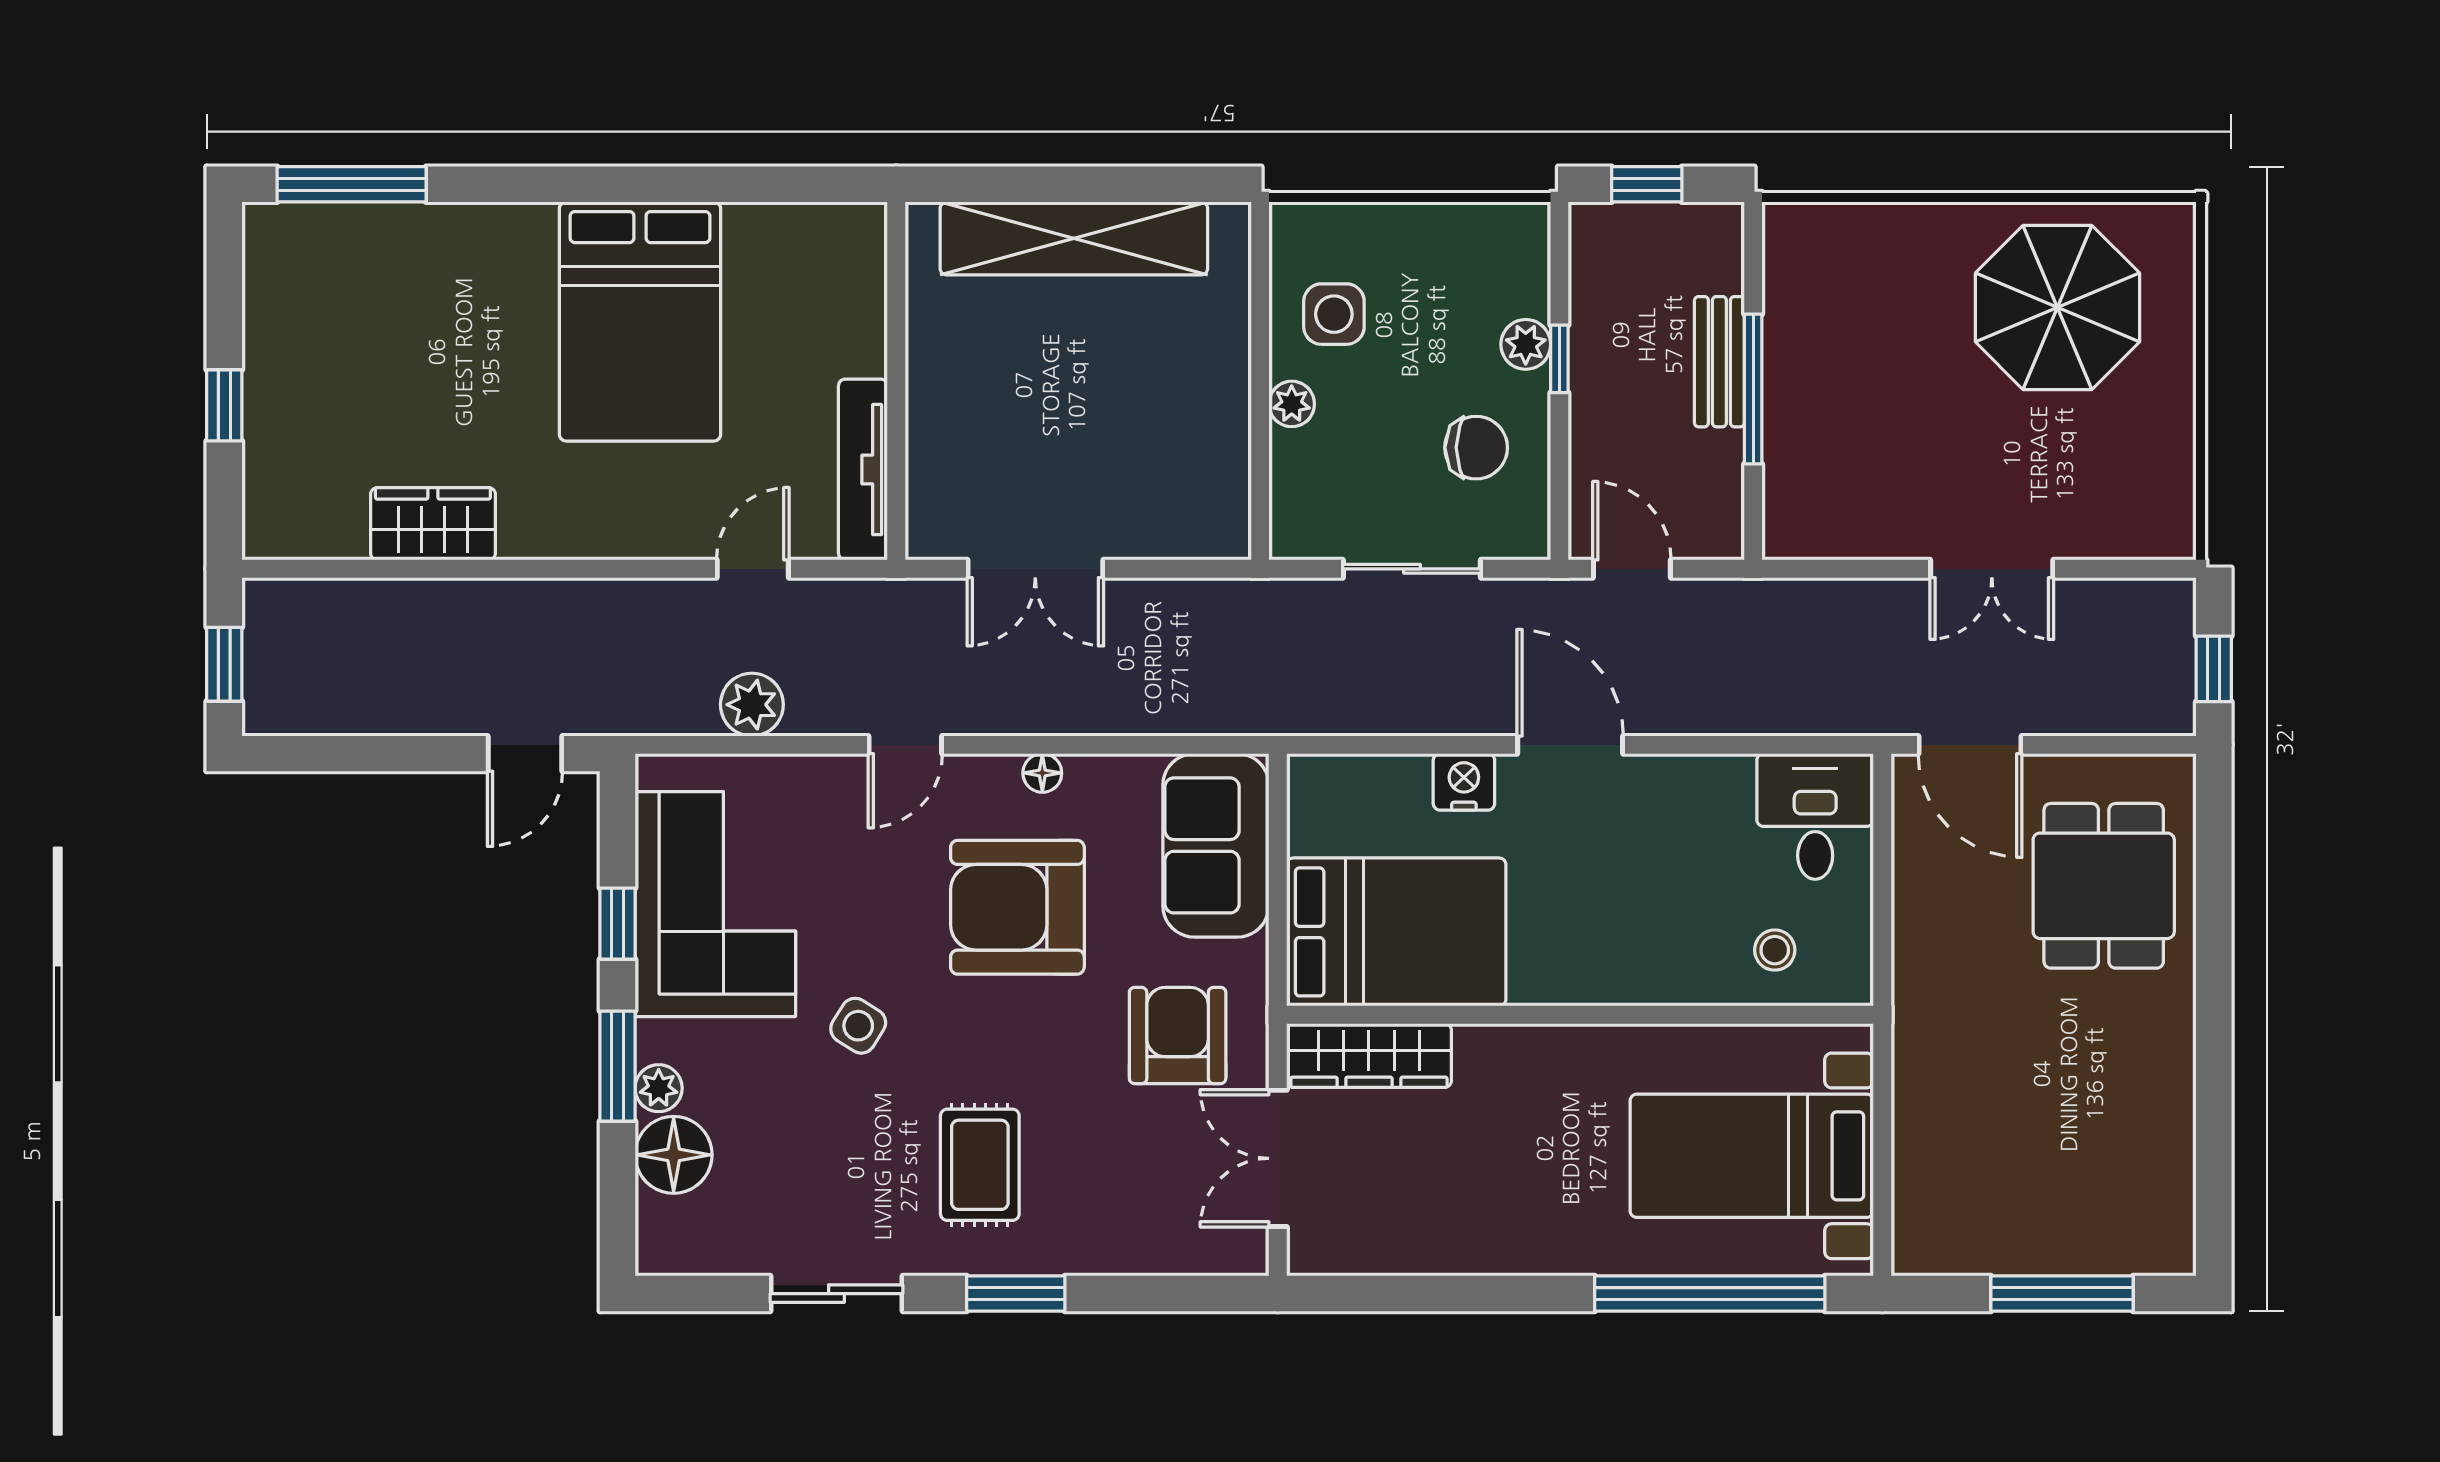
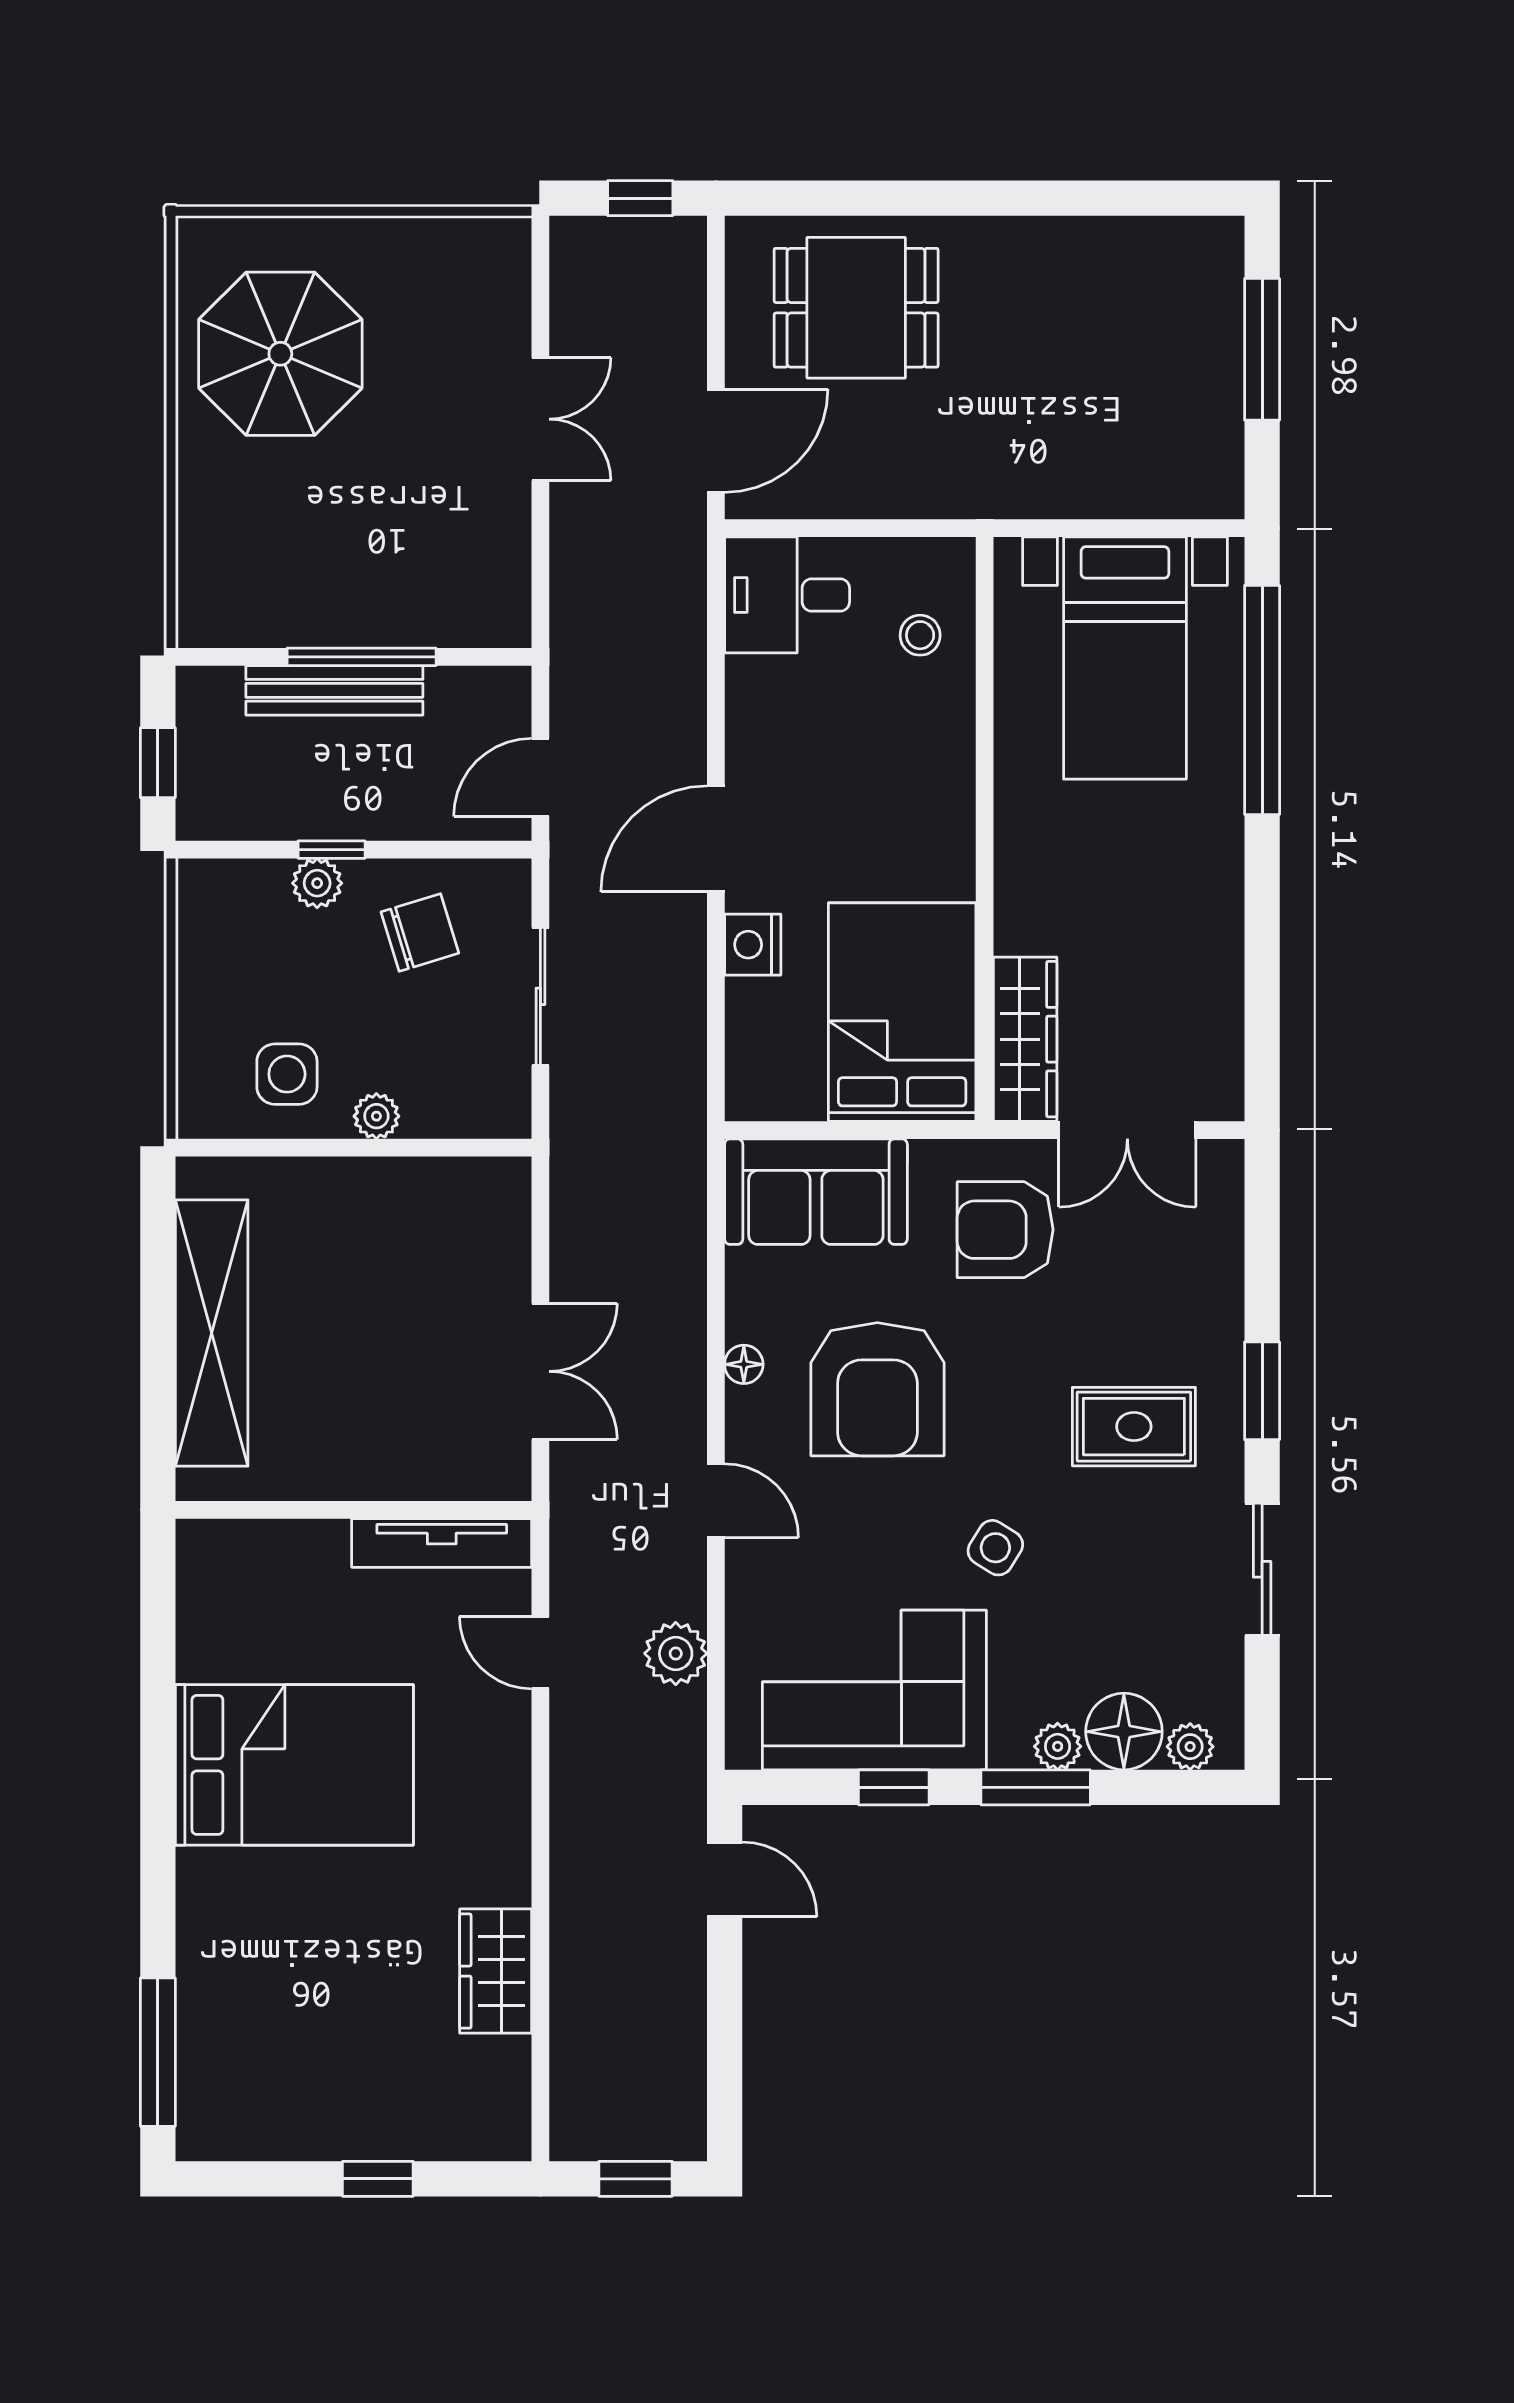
bench: (1719, 362) -> (334, 690), width x1.36
chair: (1476, 448) -> (420, 933), turned 73
plant: (658, 1221) -> (1190, 1747), added

